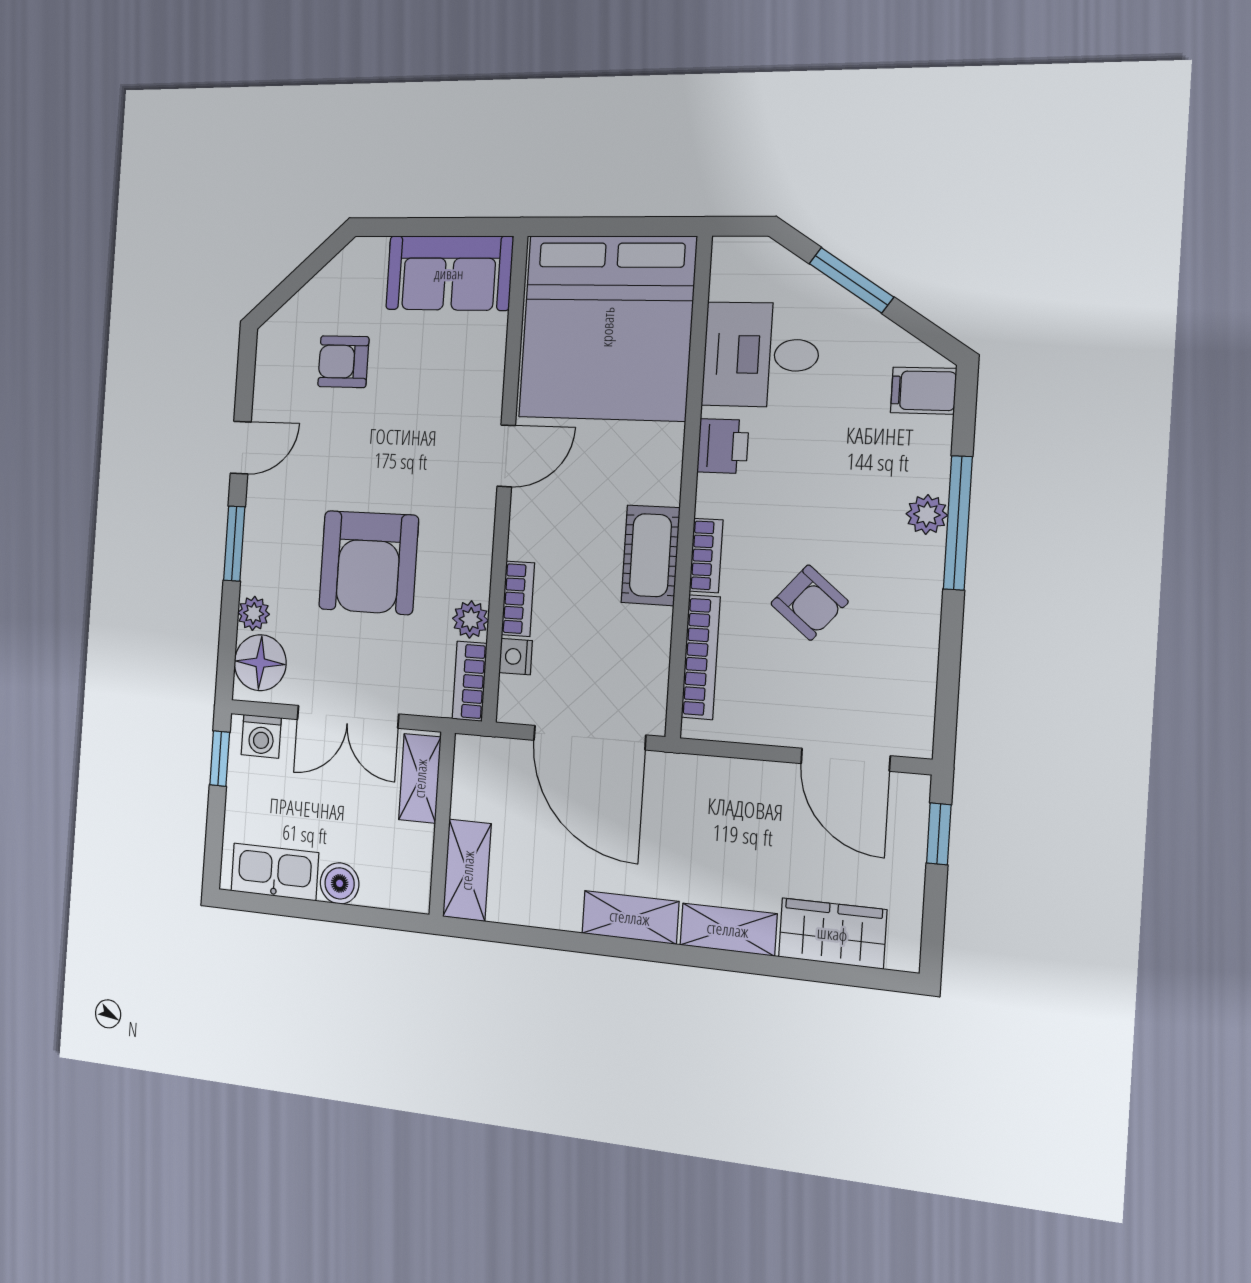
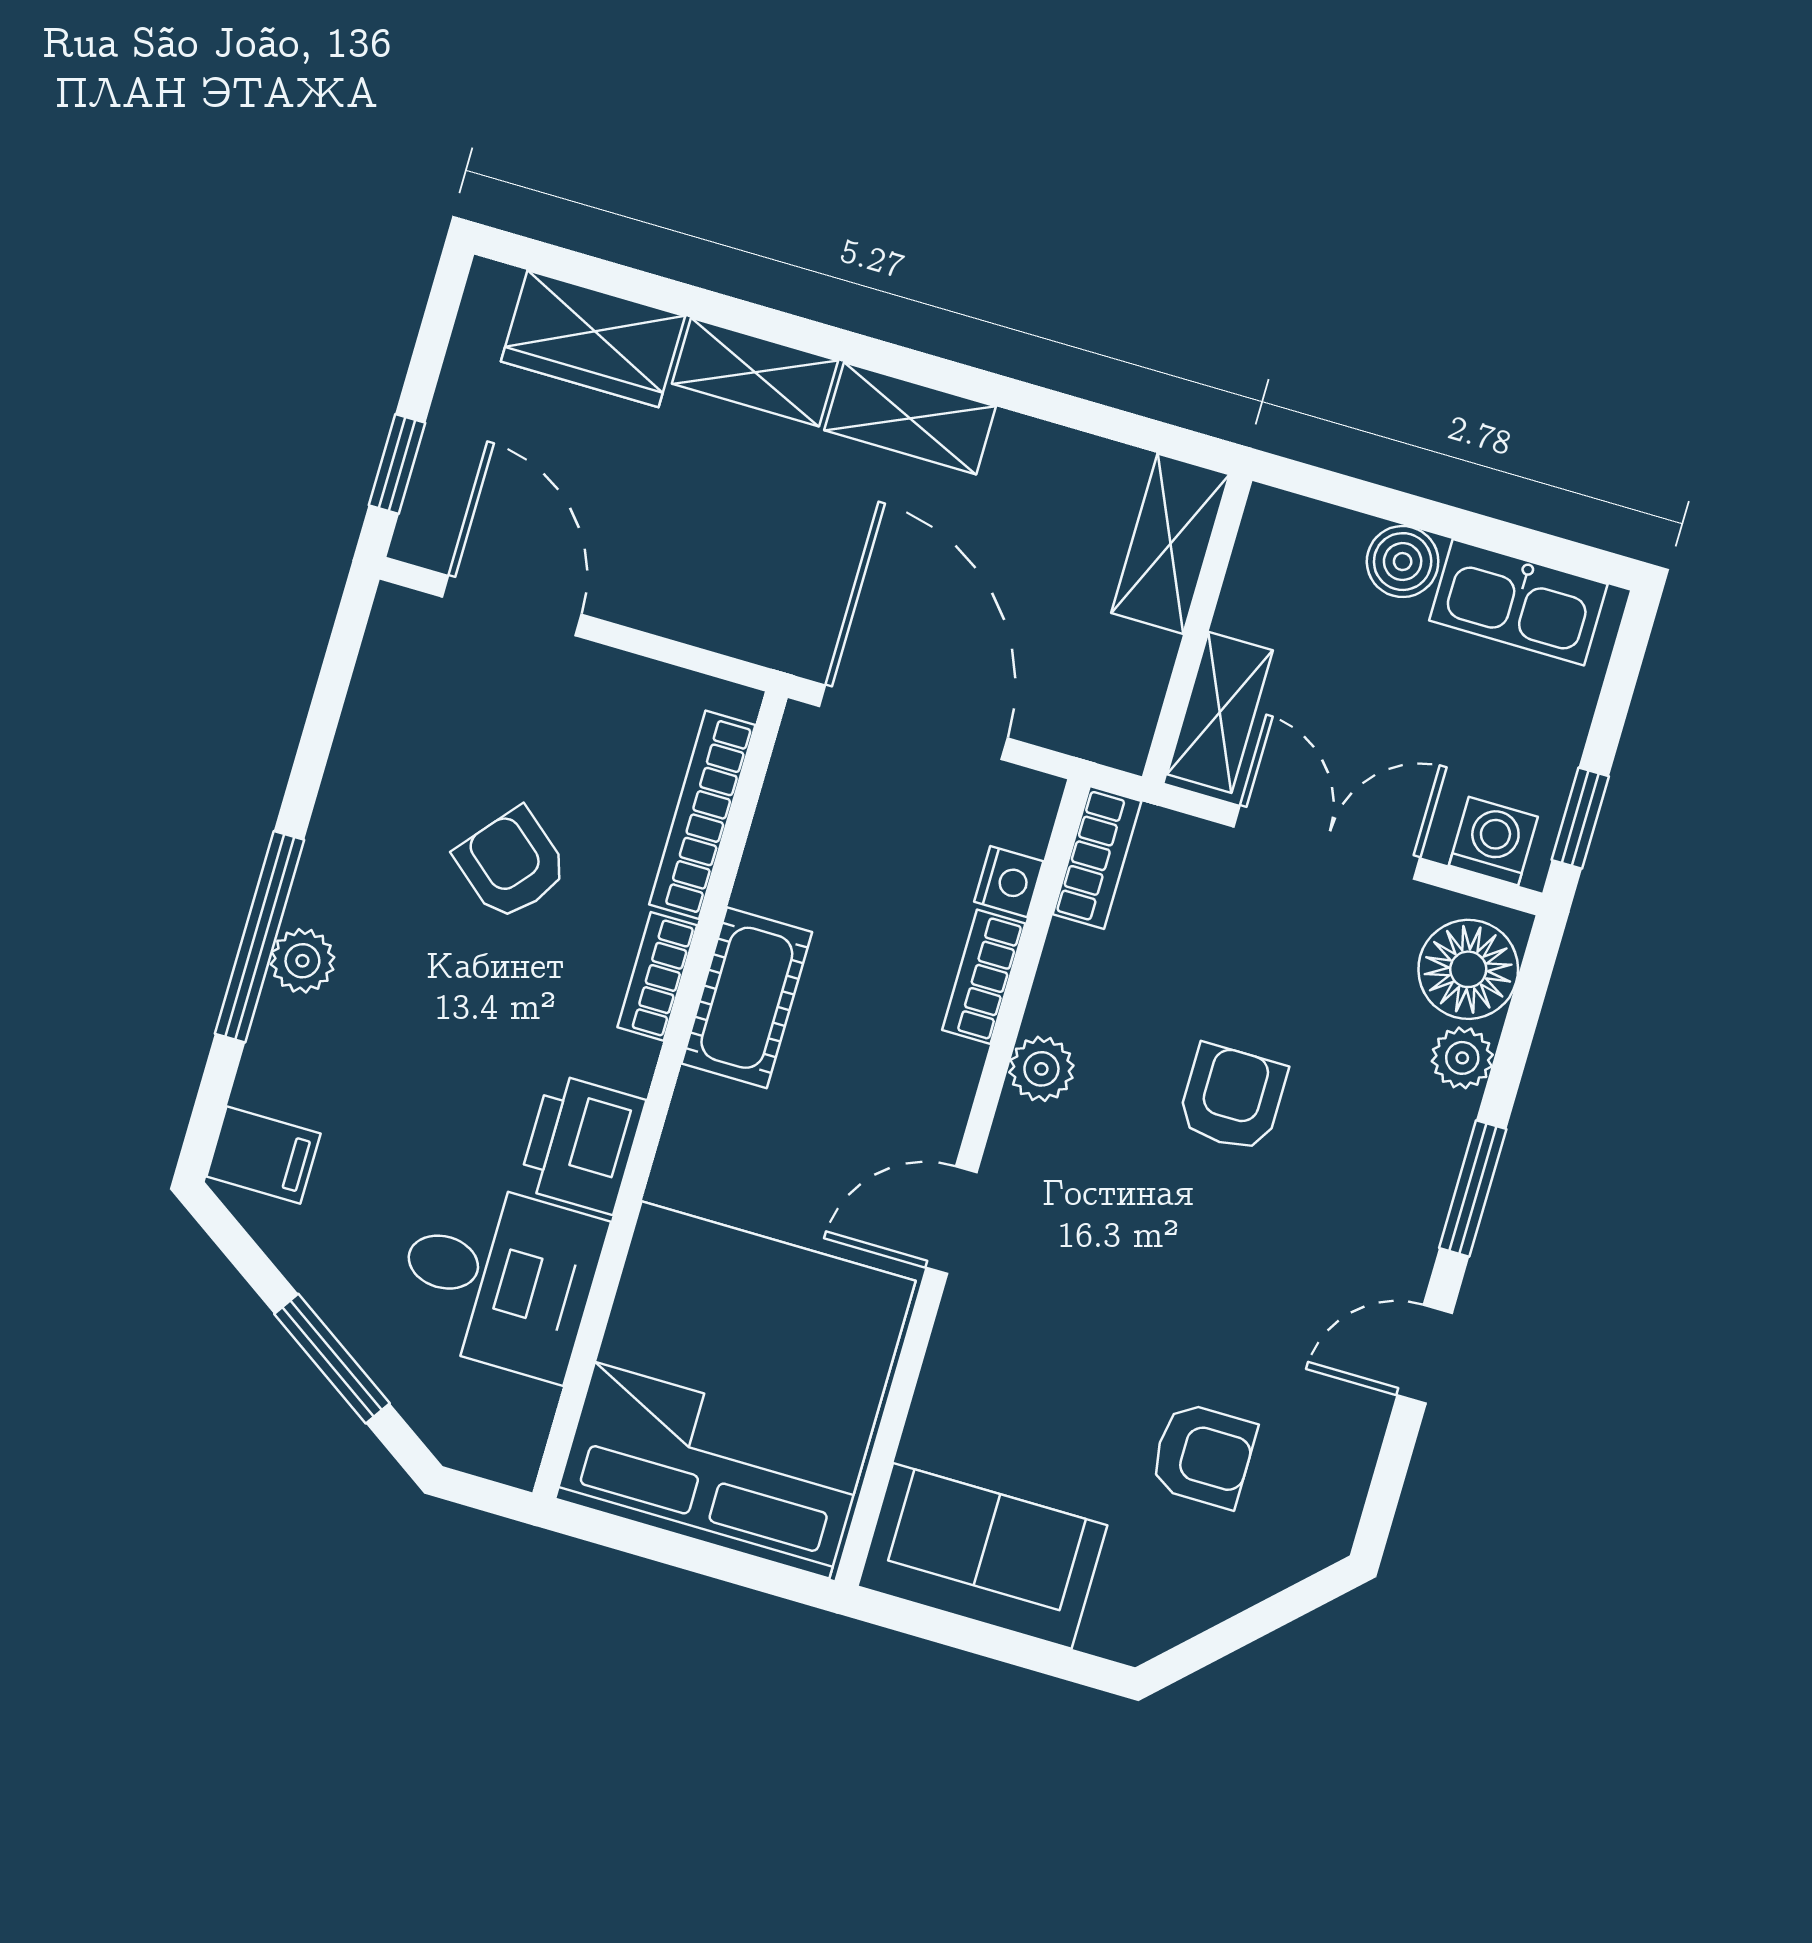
printer: (723, 446) -> (582, 1144), width x1.36, depth x1.24
armchair: (369, 562) -> (1232, 1098), width x0.53, depth x0.53
plant: (471, 619) -> (1041, 1069), moved

